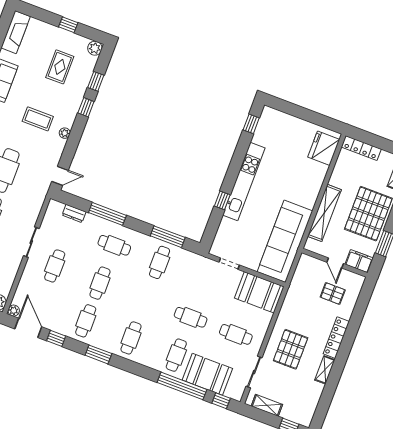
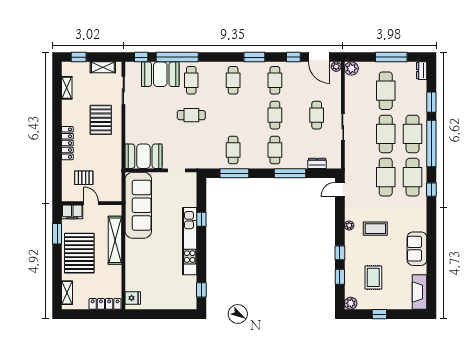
fridge: (324, 148) -> (133, 298), width x0.53, depth x0.75
cafe table: (114, 245) -> (275, 150), turned 90
cafe table: (236, 334) -> (149, 115), removed
shelving: (325, 370) -> (67, 88), moved

